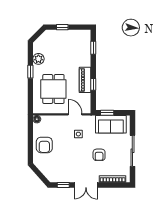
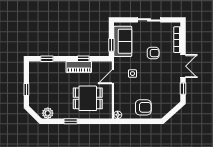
plant: (38, 59) -> (48, 113), moved
sliding door: (132, 151) -> (149, 20), width x0.73

